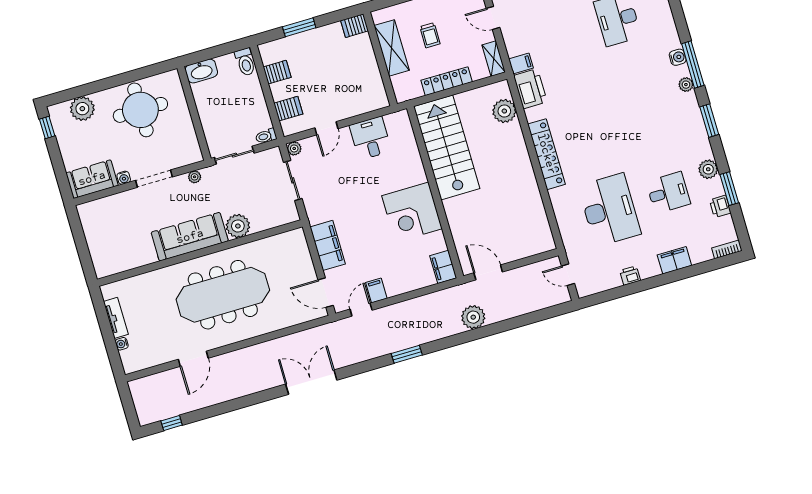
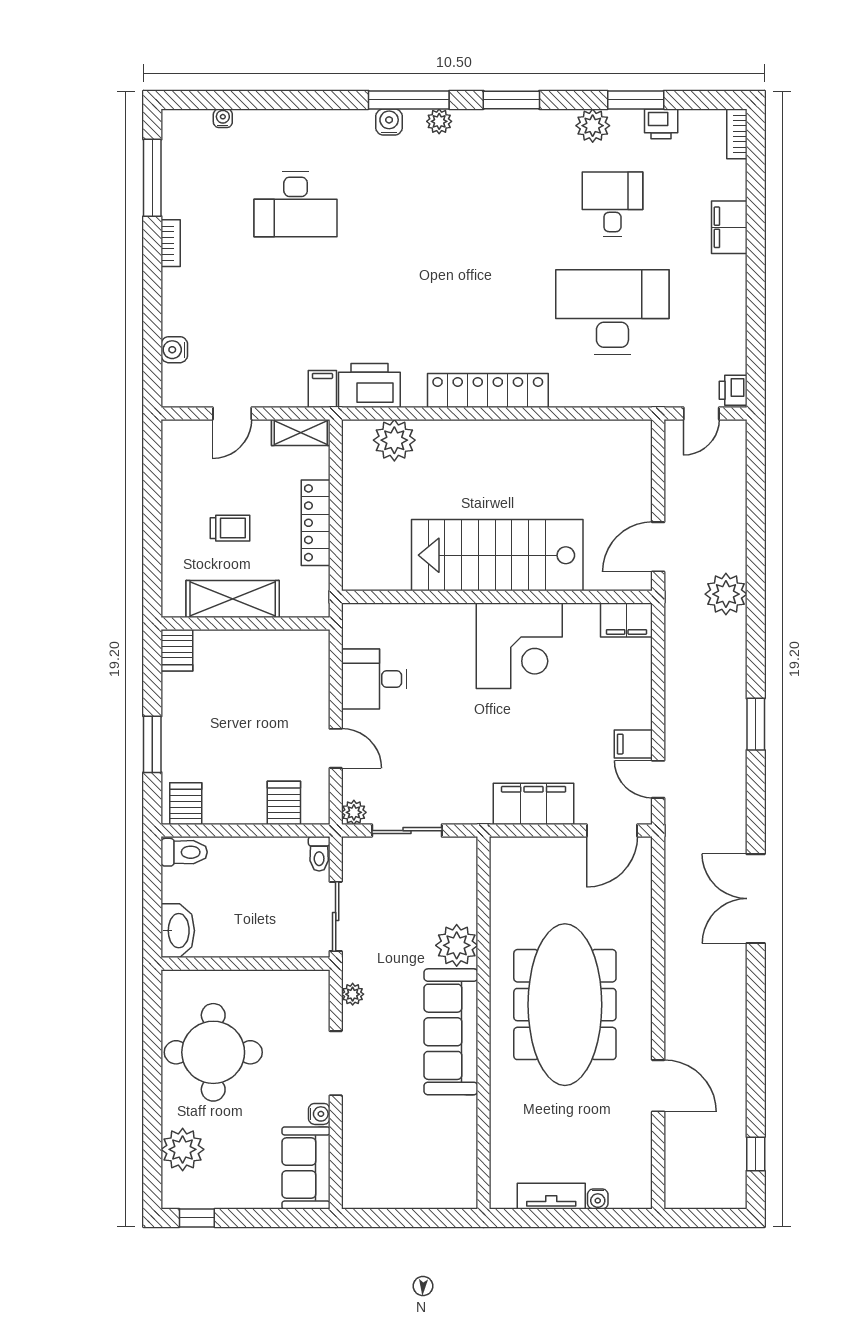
server rack: (277, 72) -> (186, 804), moved
stairs: (447, 148) -> (497, 555), moved
printer: (630, 275) -> (733, 390), moved

